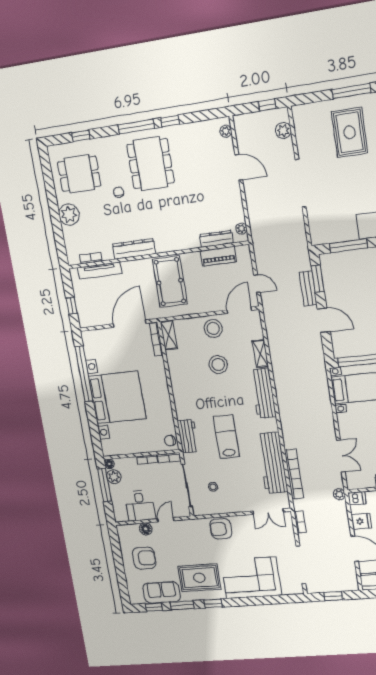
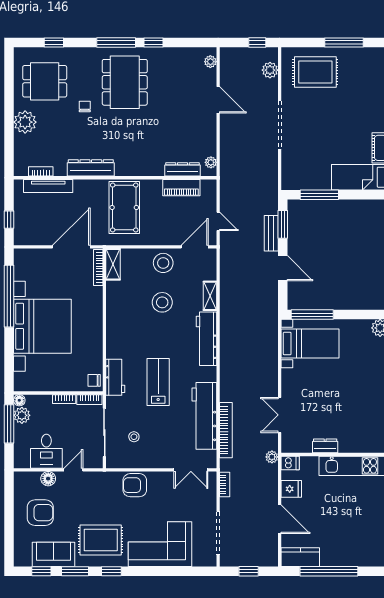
rug: (349, 132) -> (315, 72), moved, turned 90
double door: (341, 456) -> (280, 415), swing flipped

